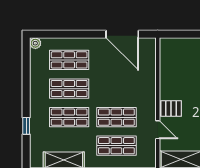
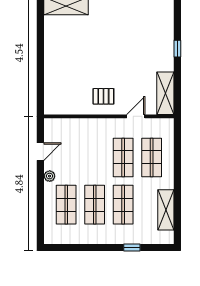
door: (122, 34) -> (40, 152), width x0.53
plant: (35, 43) -> (50, 176), moved
pallet: (171, 108) -> (103, 96), moved, turned 90

